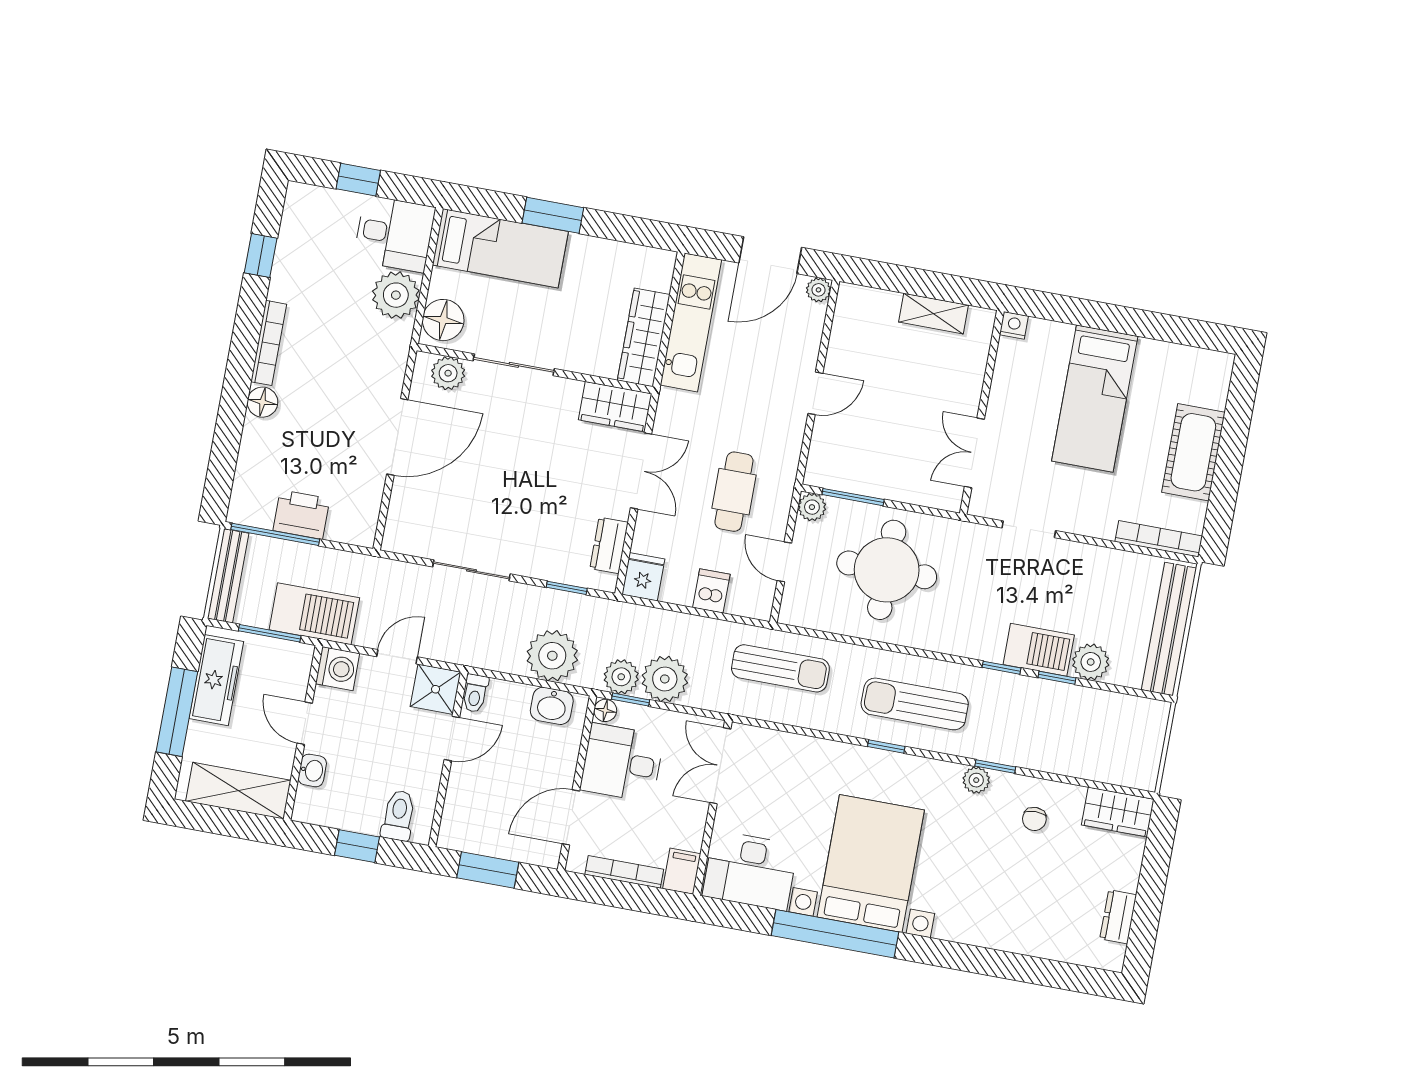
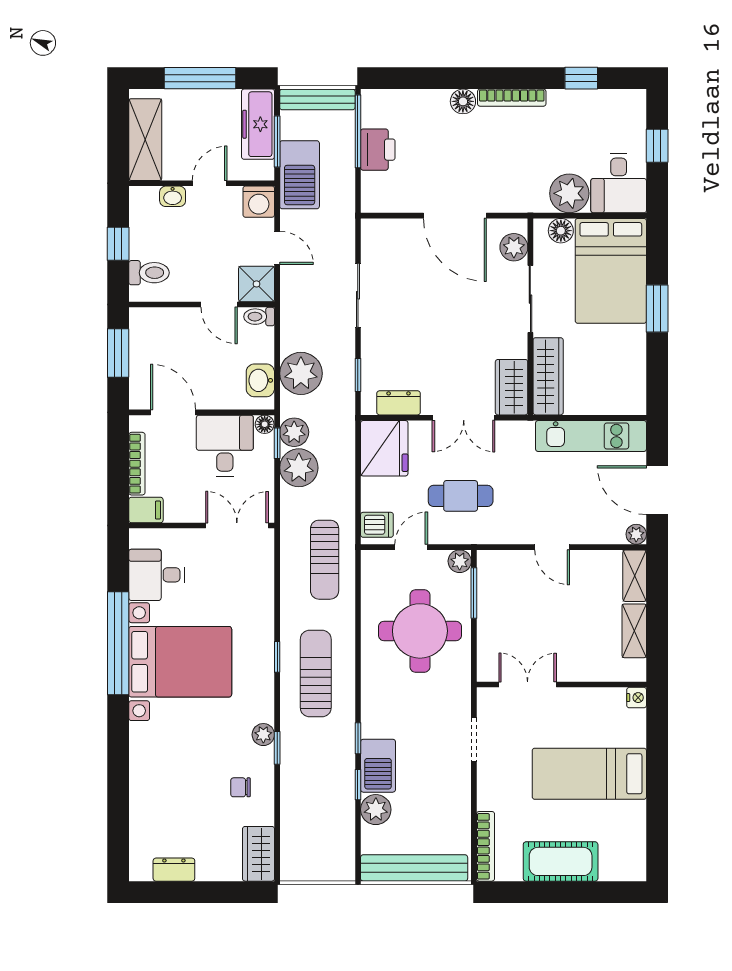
bed: (500, 248) -> (611, 271), width x1.50
shelving: (868, 301) -> (635, 576), added
floor lamp: (443, 320) -> (561, 231), width x0.73, depth x0.73
wardrobe: (644, 337) -> (548, 376), moved, turned 90
fridge: (643, 577) -> (384, 448), width x1.88, depth x1.34
dishwasher: (711, 591) -> (377, 525), moved
freezer: (216, 680) -> (258, 124), moved, turned 90
desk: (750, 871) -> (157, 575), width x0.73

